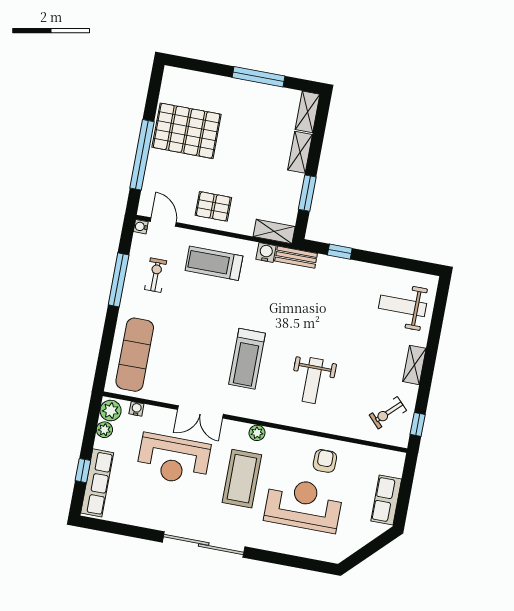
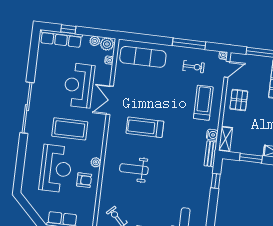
plant: (257, 433) -> (96, 162), moved

